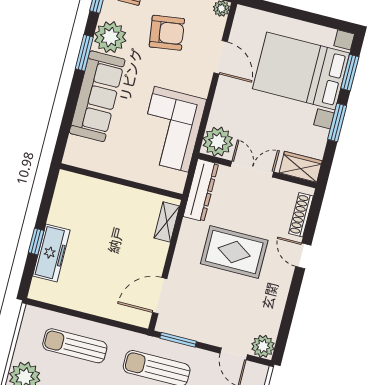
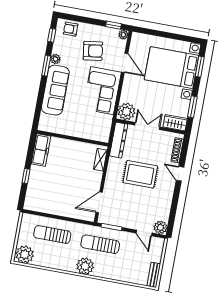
plant: (110, 37) -> (55, 59), width x0.53, depth x0.53
window: (337, 122) -> (192, 107), moved
corner sofa: (171, 129) -> (102, 91), moved
freezer: (51, 253) -> (41, 150), moved

